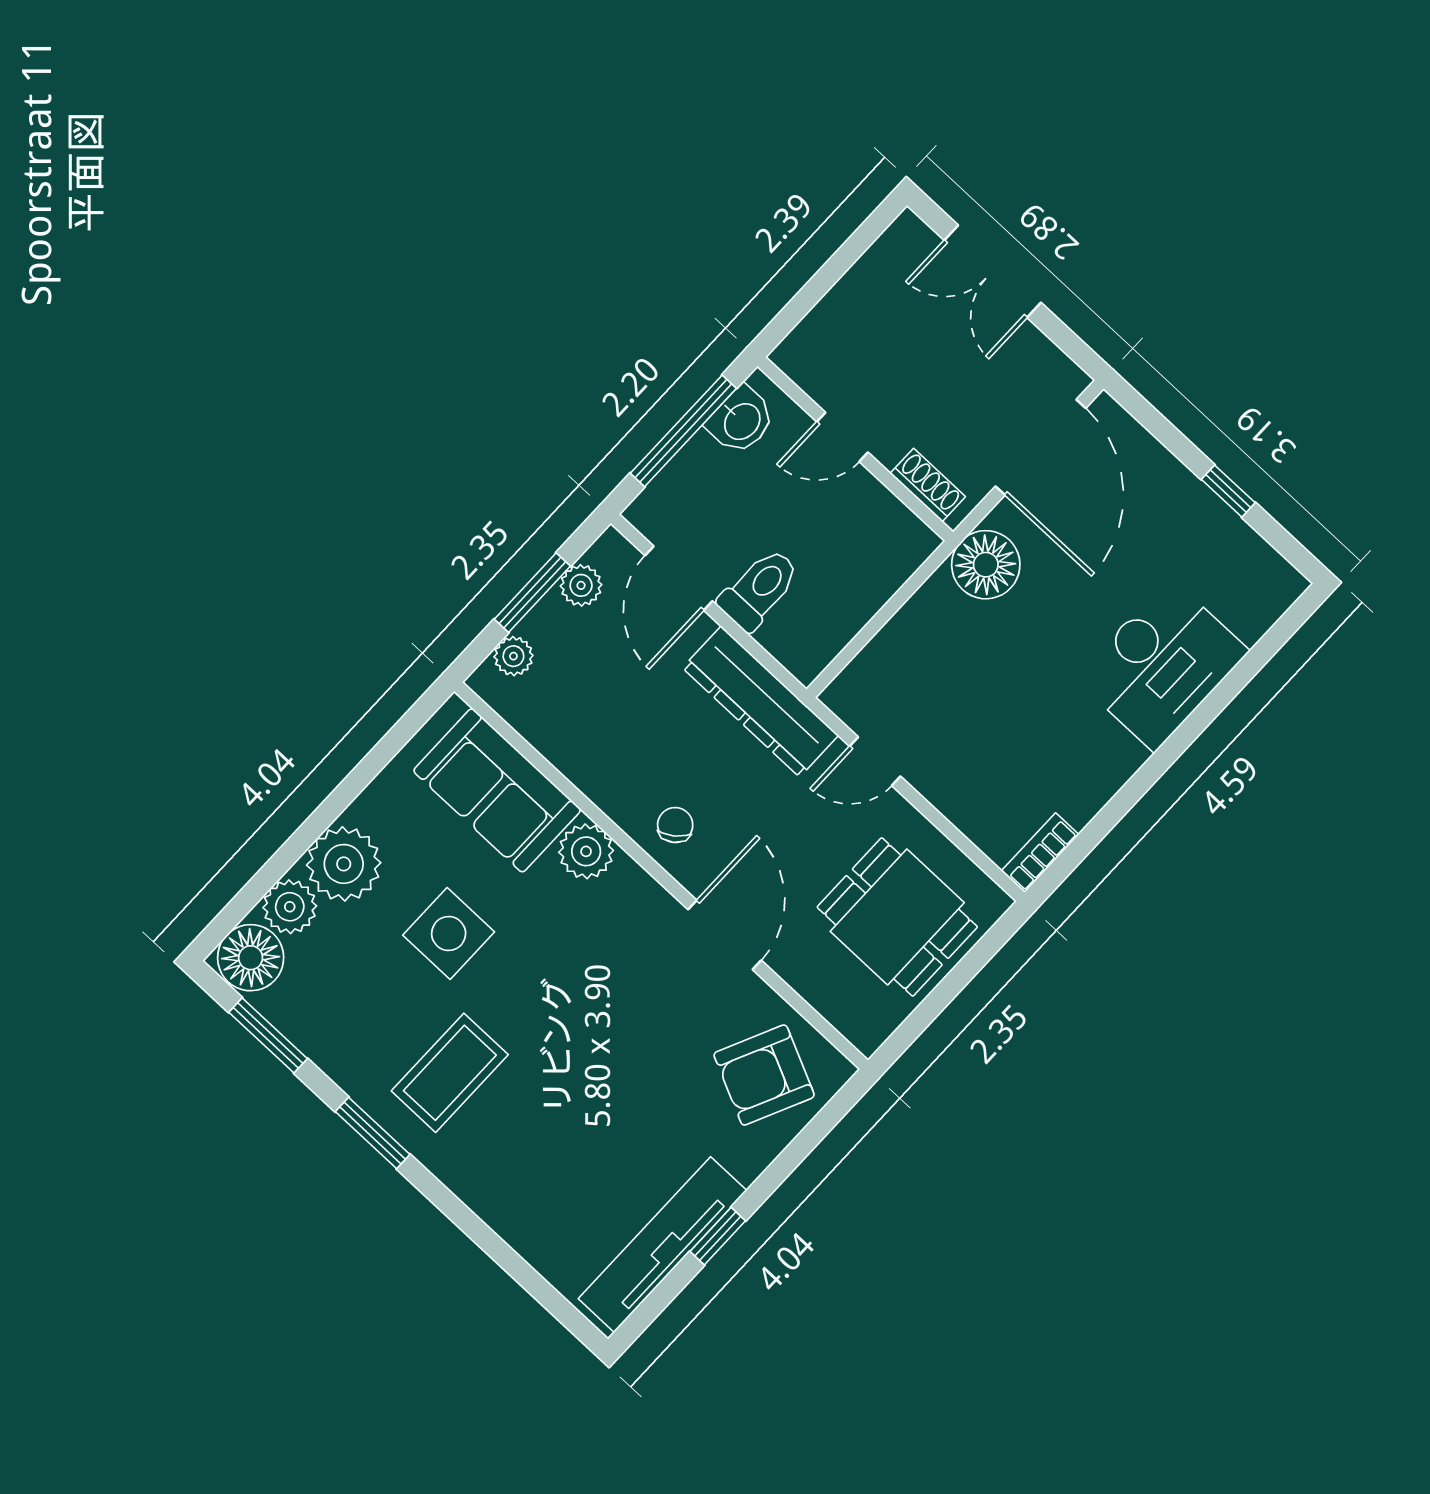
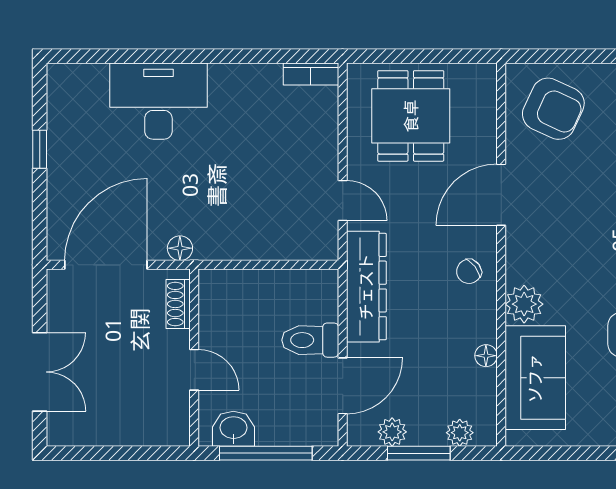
floor lamp: (986, 565) -> (180, 248), width x0.53, depth x0.53
floor lamp: (569, 760) -> (486, 356), added

